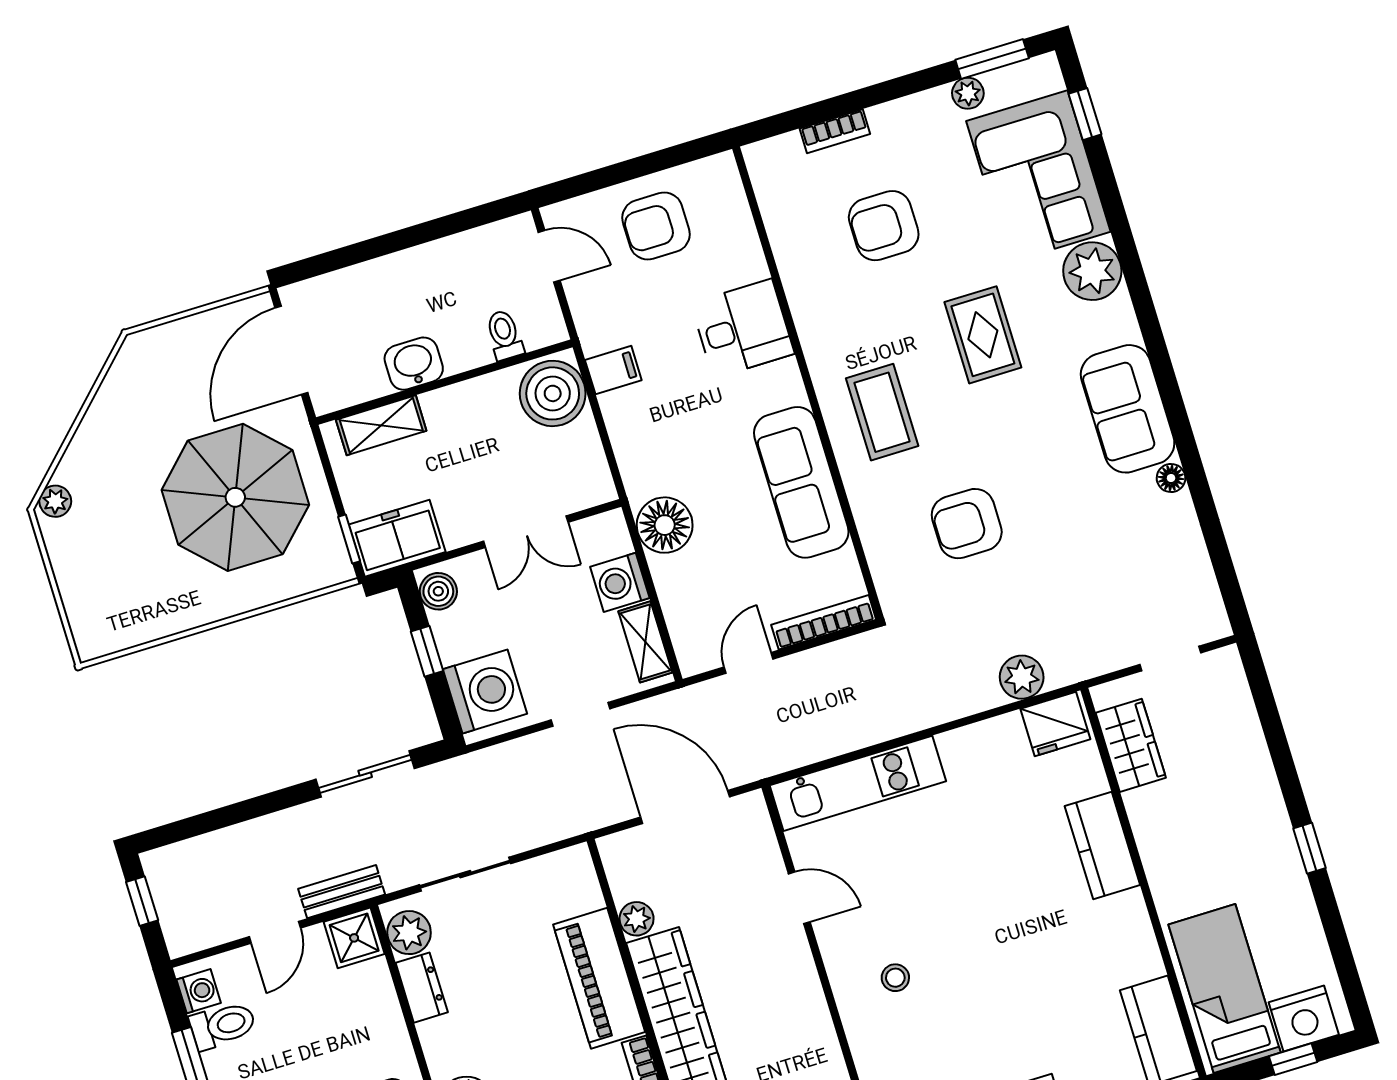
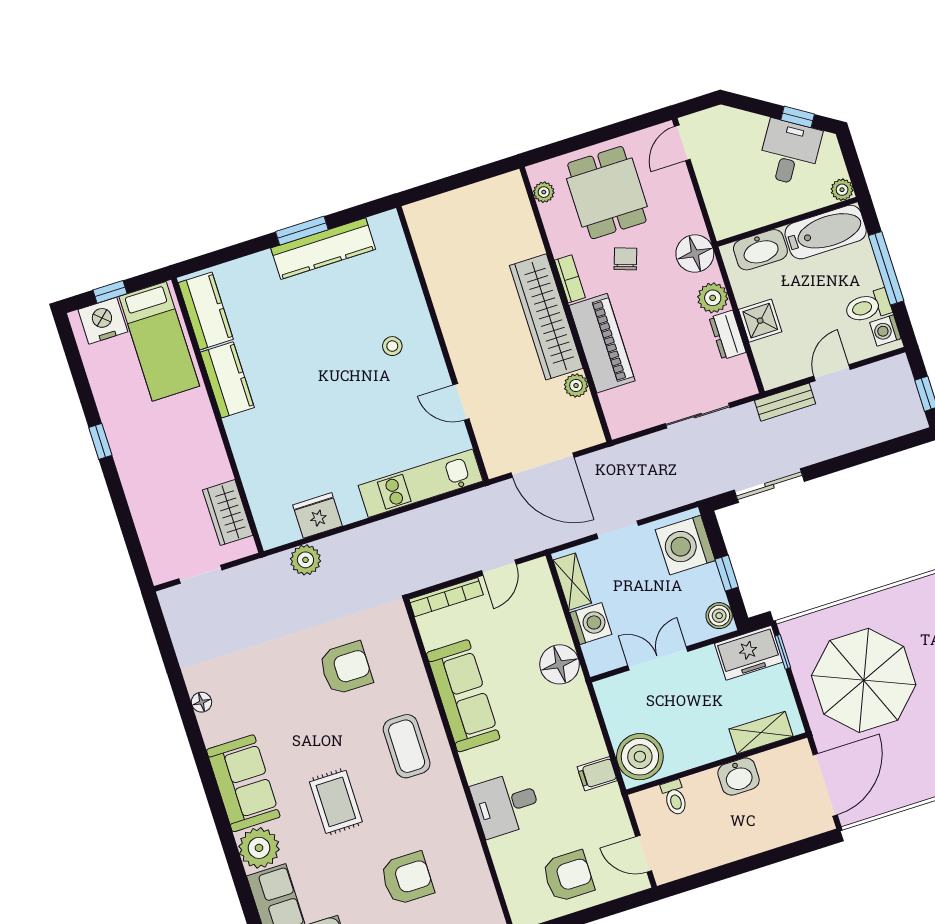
sofa: (1128, 409) -> (243, 783), moved
fridge: (1055, 724) -> (318, 515), moved
kitchen counter: (1102, 846) -> (227, 380), moved
plant: (409, 933) -> (713, 298), moved
shower: (354, 938) -> (760, 321), moved

